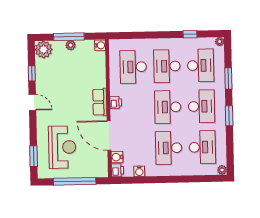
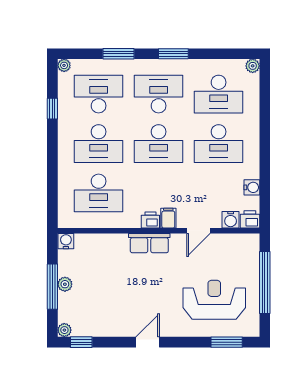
plant: (44, 50) -> (64, 330), width x0.53, depth x0.53
window: (32, 73) -> (81, 342), moved
filing cabinet: (117, 115) -> (168, 218), added
door: (109, 135) -> (198, 231), width x0.53
desk: (202, 147) -> (219, 94), turned 180

